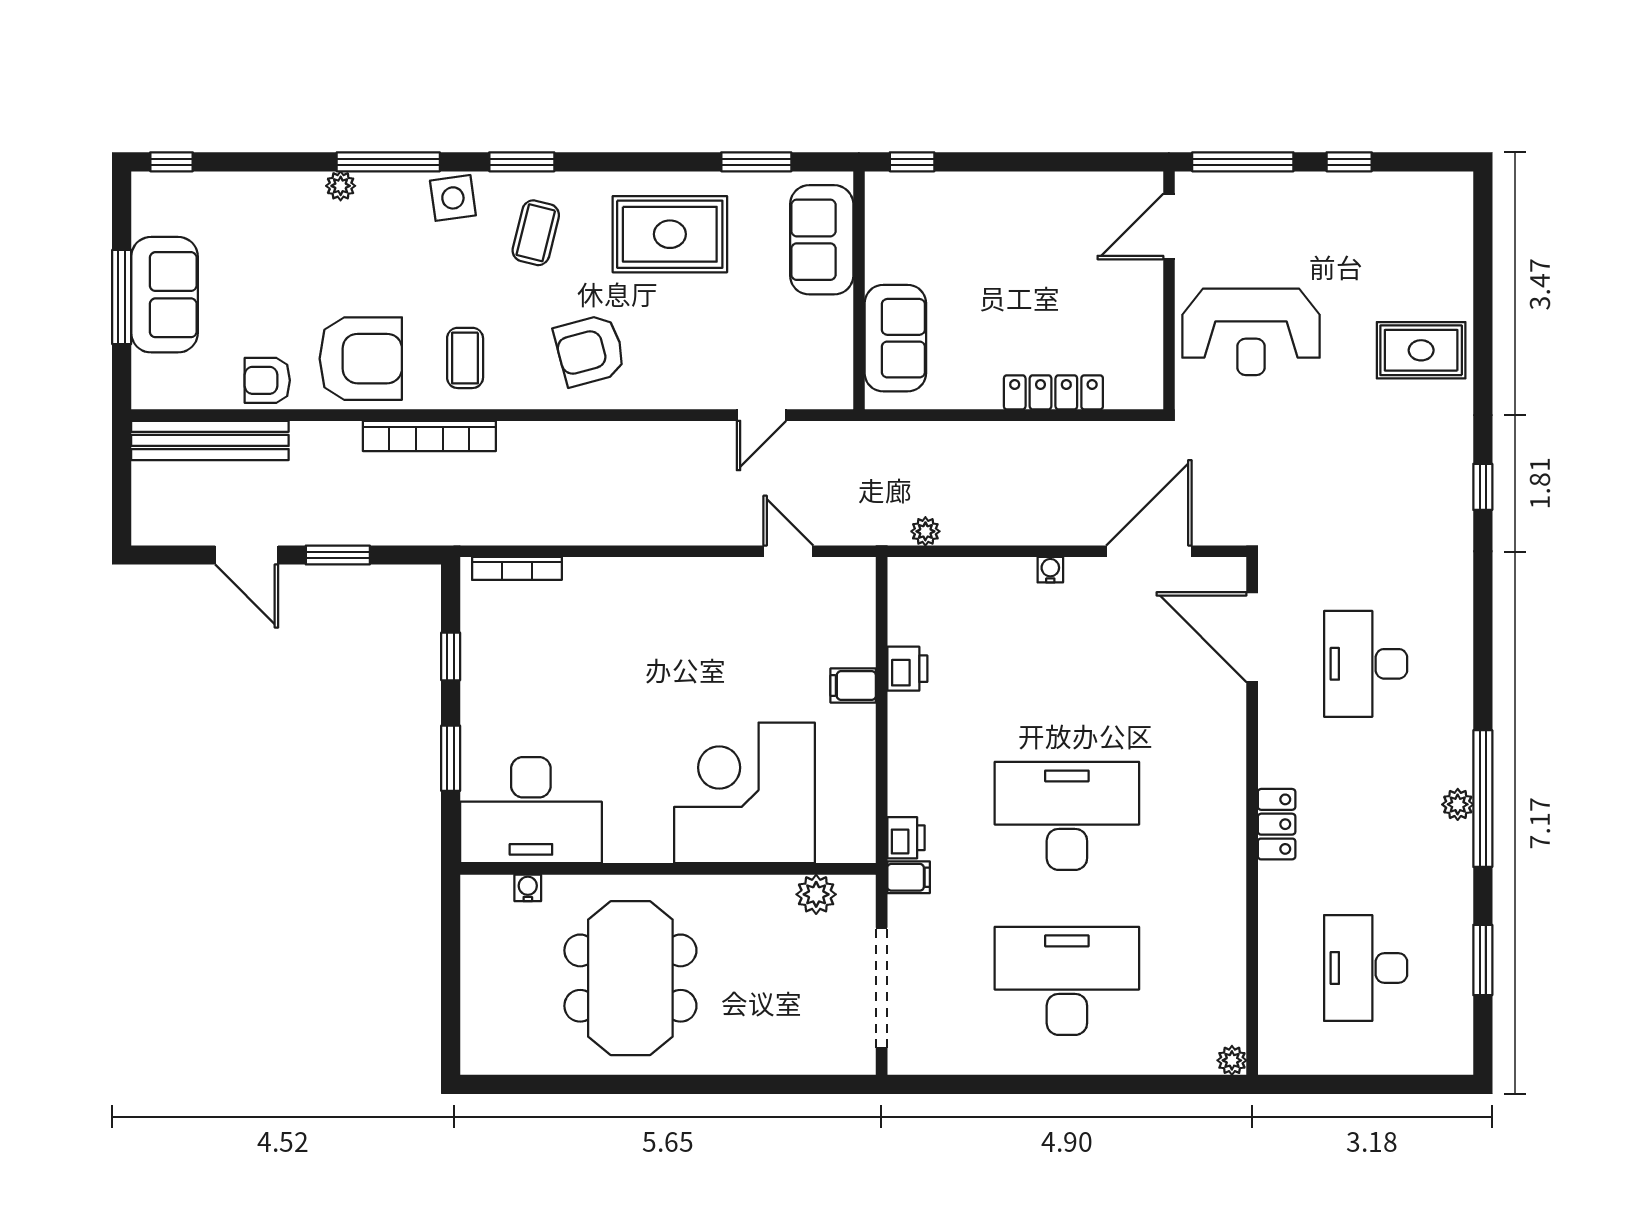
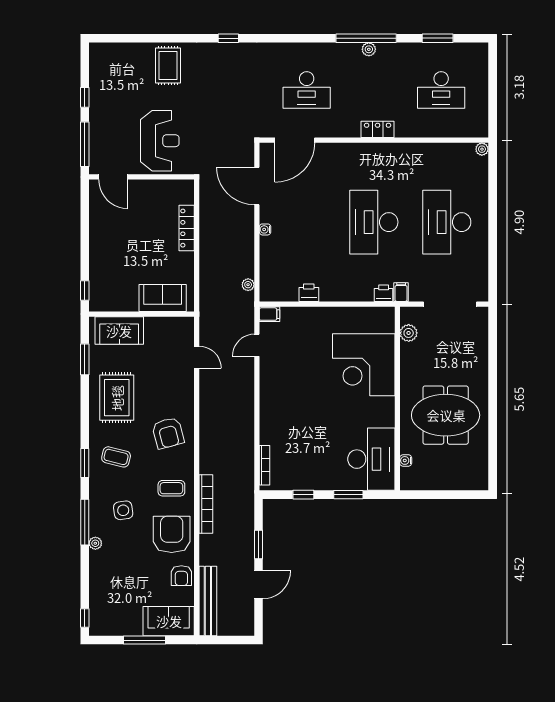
side table: (453, 198) -> (123, 510), moved
sofa: (165, 295) -> (169, 621), moved
filing cabinet: (853, 686) -> (269, 314), moved, turned -90

